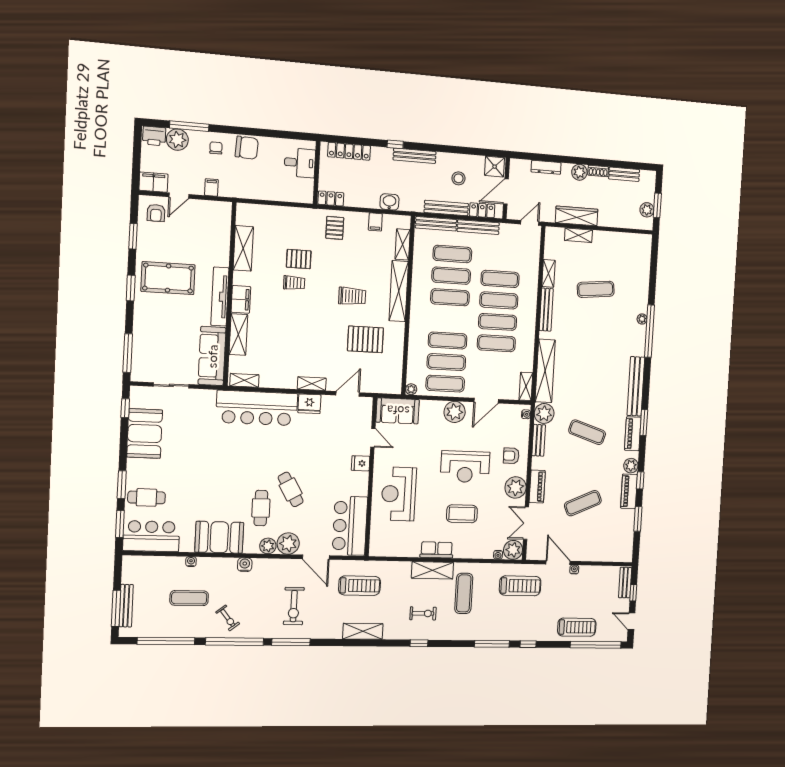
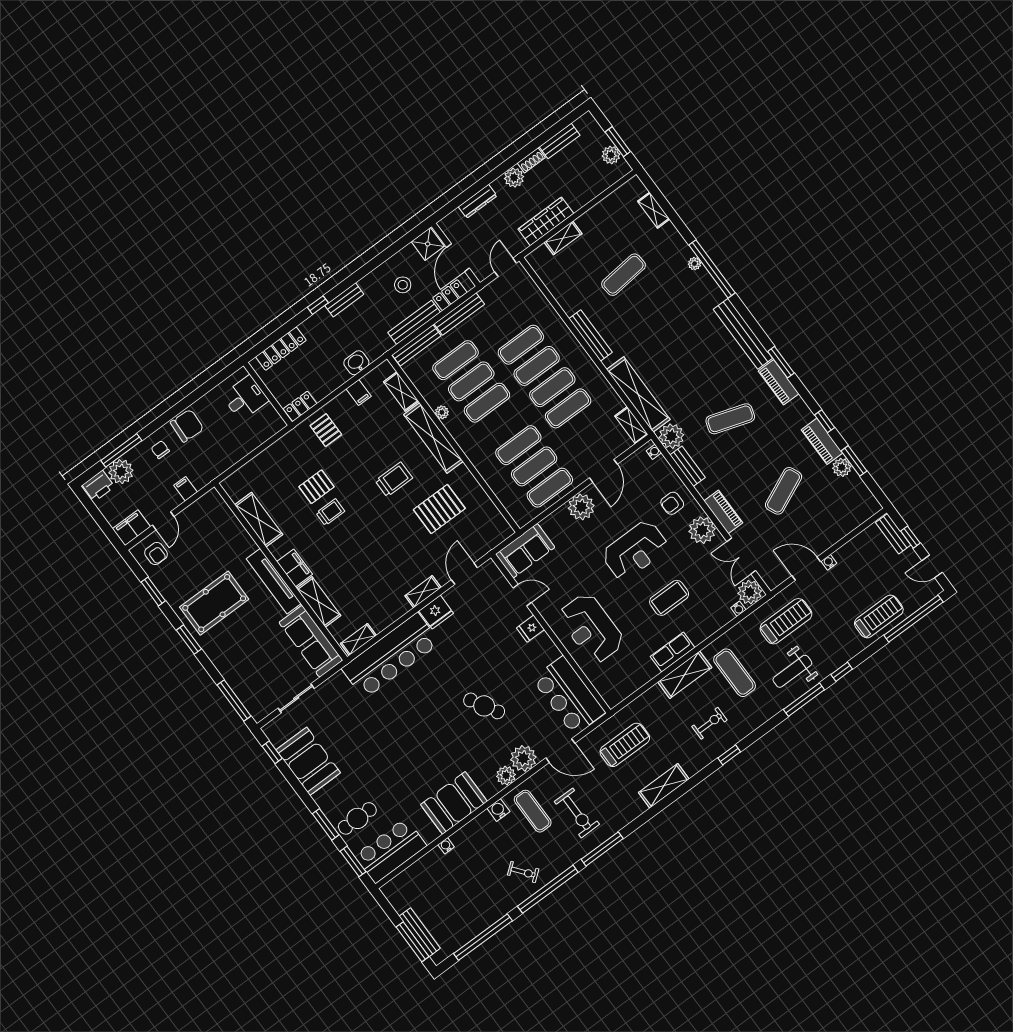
bench: (415, 156) -> (344, 300), width x0.73
shelving: (549, 273) -> (654, 210), moved
plant: (411, 389) -> (442, 412), moved
plant: (631, 466) -> (842, 467), moved
cafe table: (261, 508) -> (470, 745), removed
exercise mat: (189, 598) -> (533, 811), moved, turned 90
weight bench: (499, 620) -> (792, 671), added

